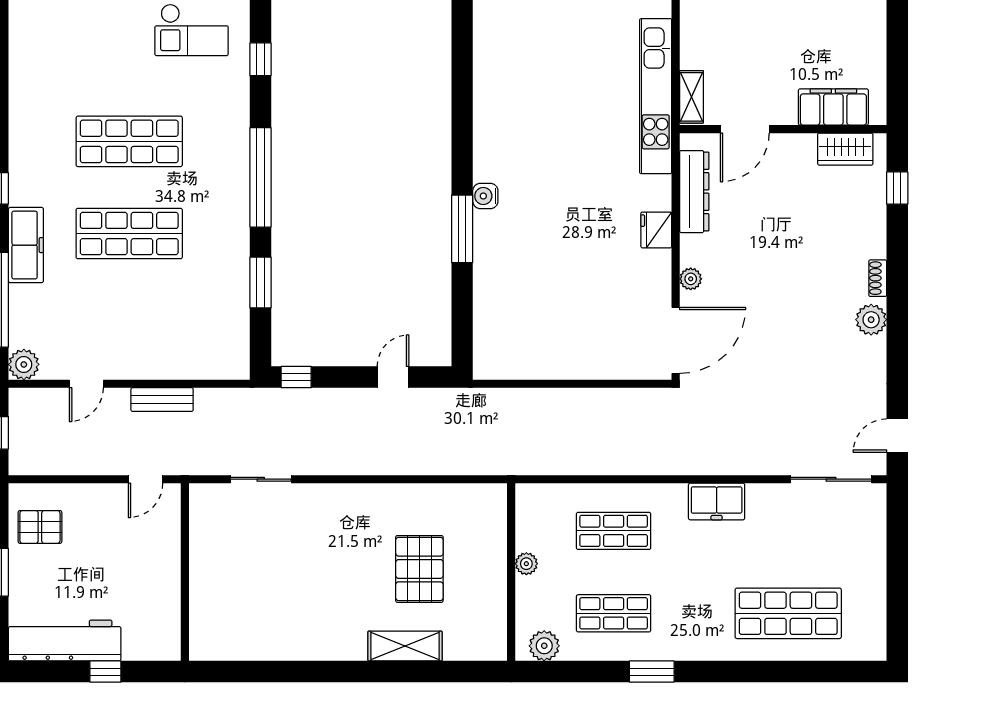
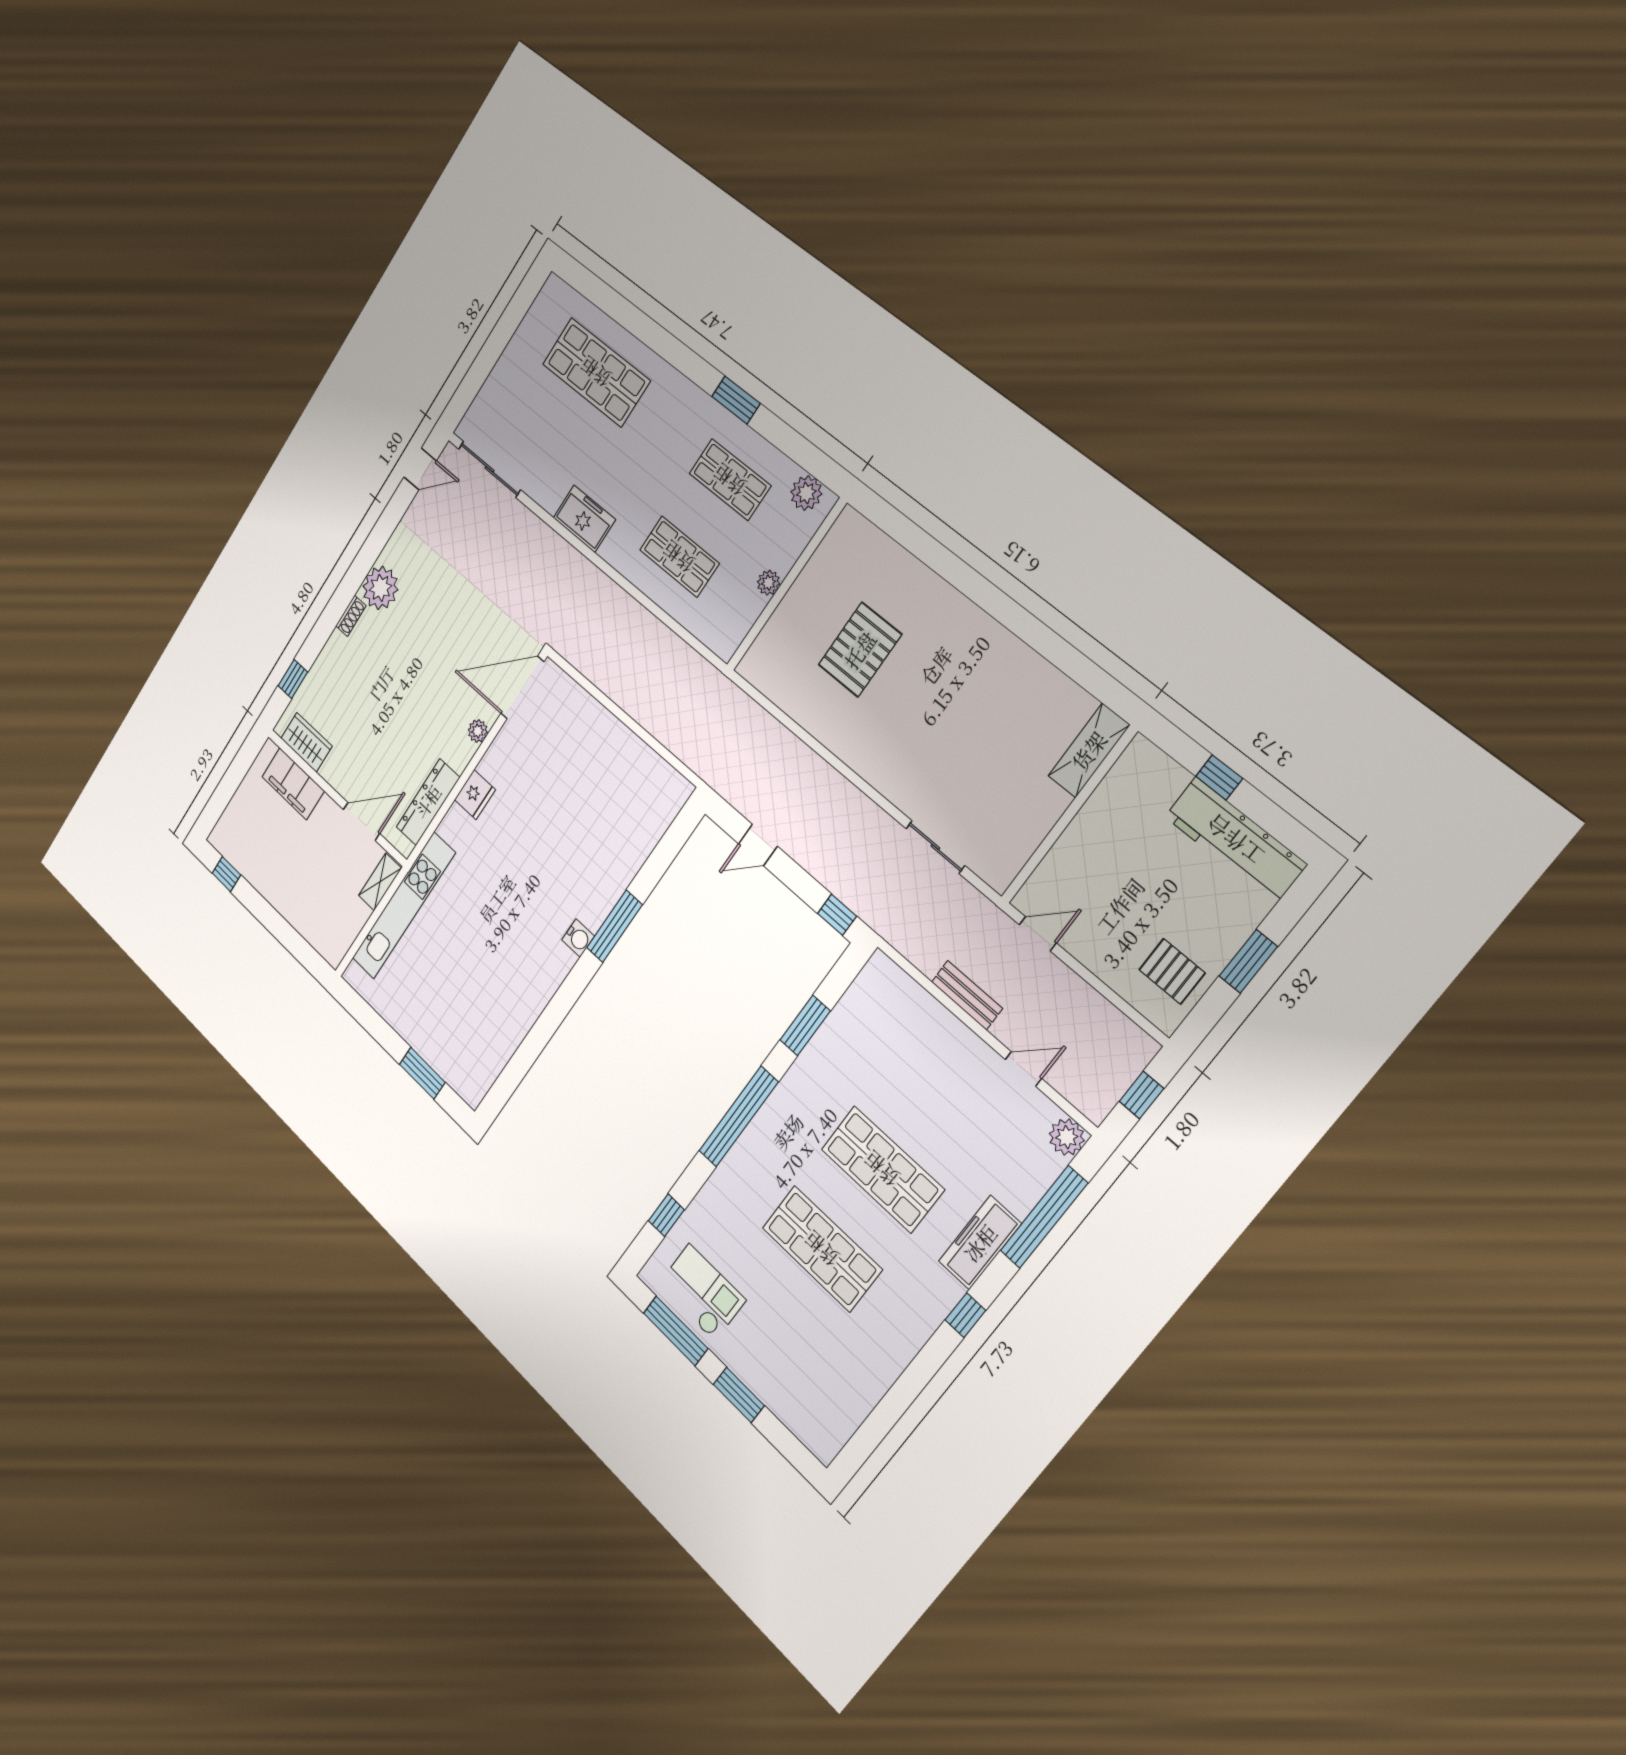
plant: (871, 320) -> (380, 588), width x1.36, depth x1.36
shelving: (405, 646) -> (1089, 751), moved, turned 90

